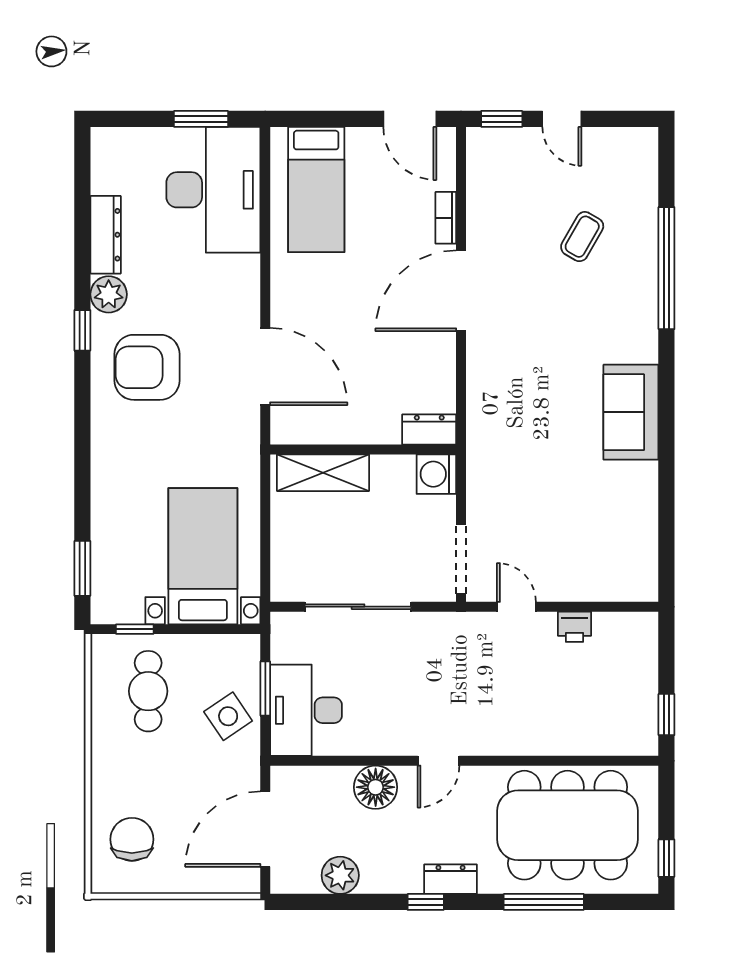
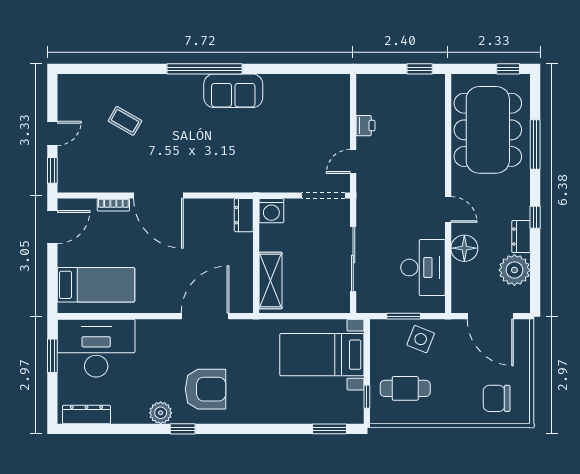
dresser: (106, 235) -> (86, 415), moved
window: (666, 268) -> (204, 69), moved
armchair: (147, 367) -> (206, 389), turned -90
desk: (306, 710) -> (423, 268), moved, turned -90
side table: (228, 716) -> (421, 339), turned -34
plant: (340, 875) -> (514, 270), width x1.36, depth x1.36
dresser: (451, 879) -> (521, 237), moved

